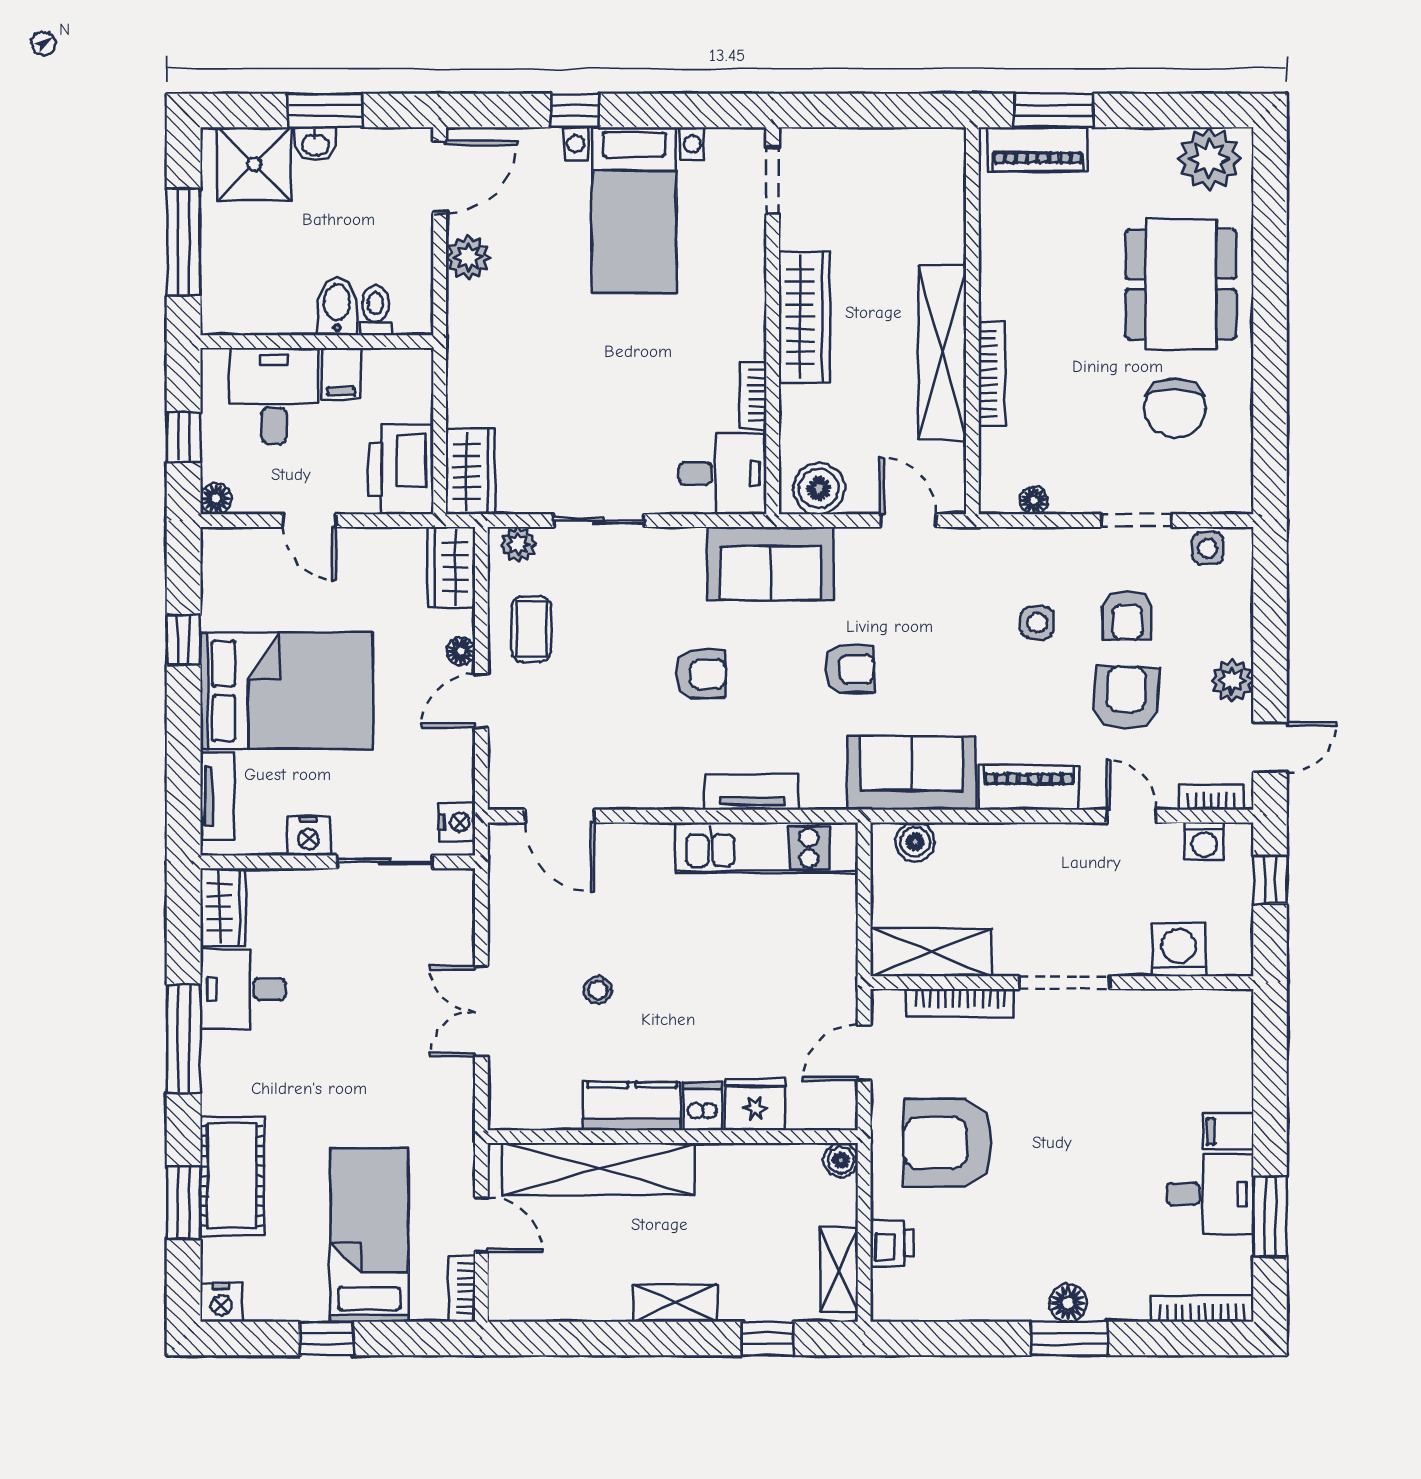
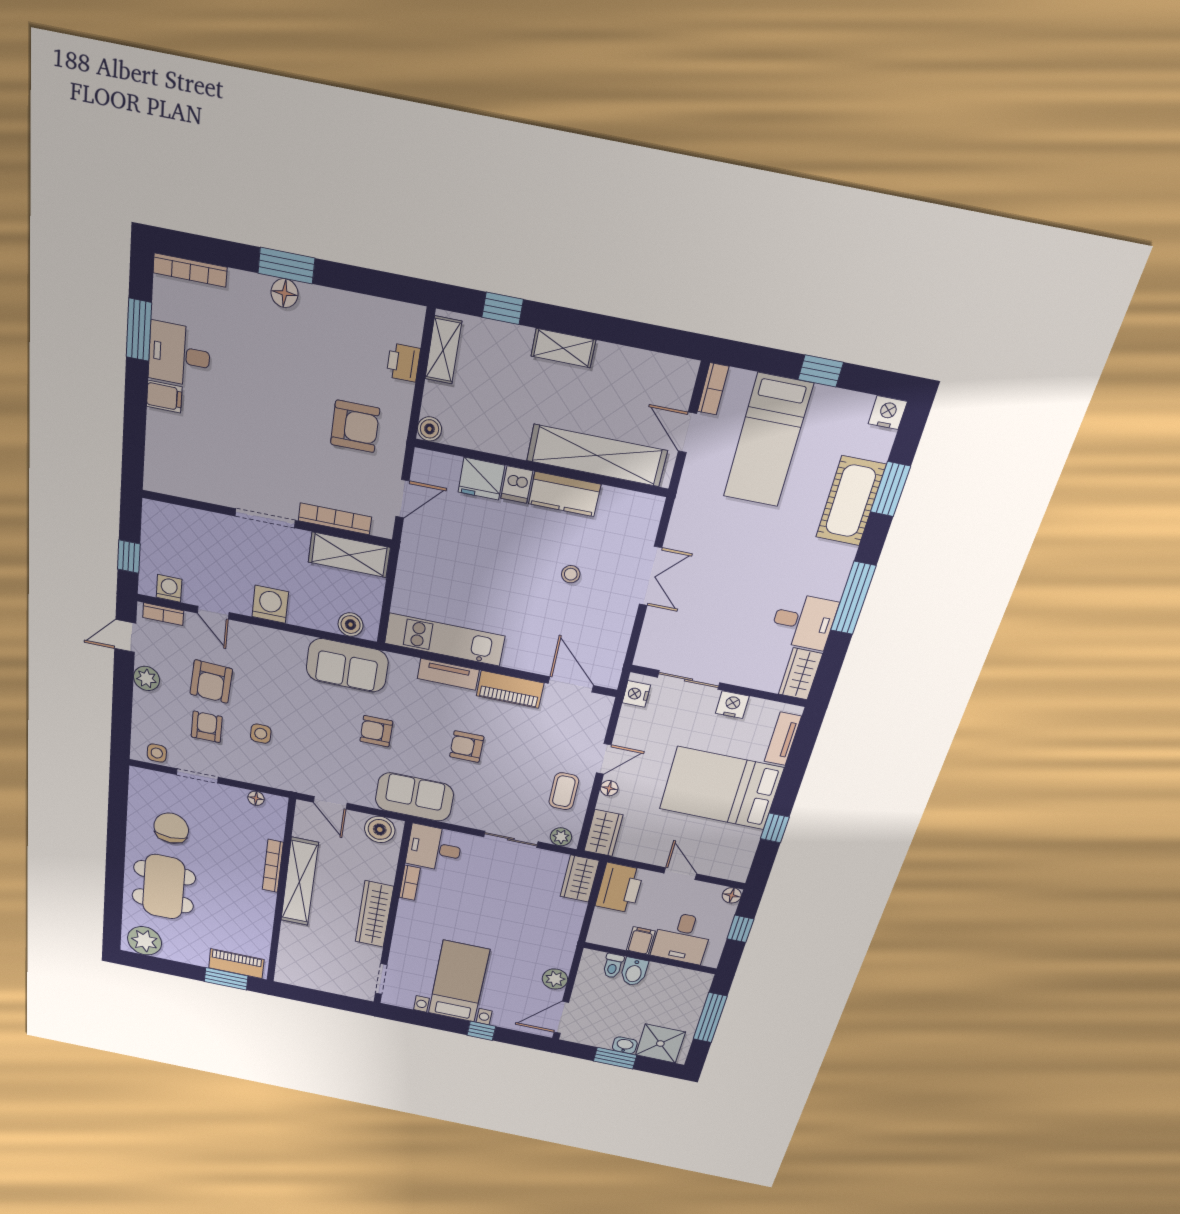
piano: (1029, 787) -> (510, 689), moved
washing machine: (1179, 950) -> (270, 604), moved, turned 180
armchair: (948, 1143) -> (355, 426), width x0.73, depth x0.73

